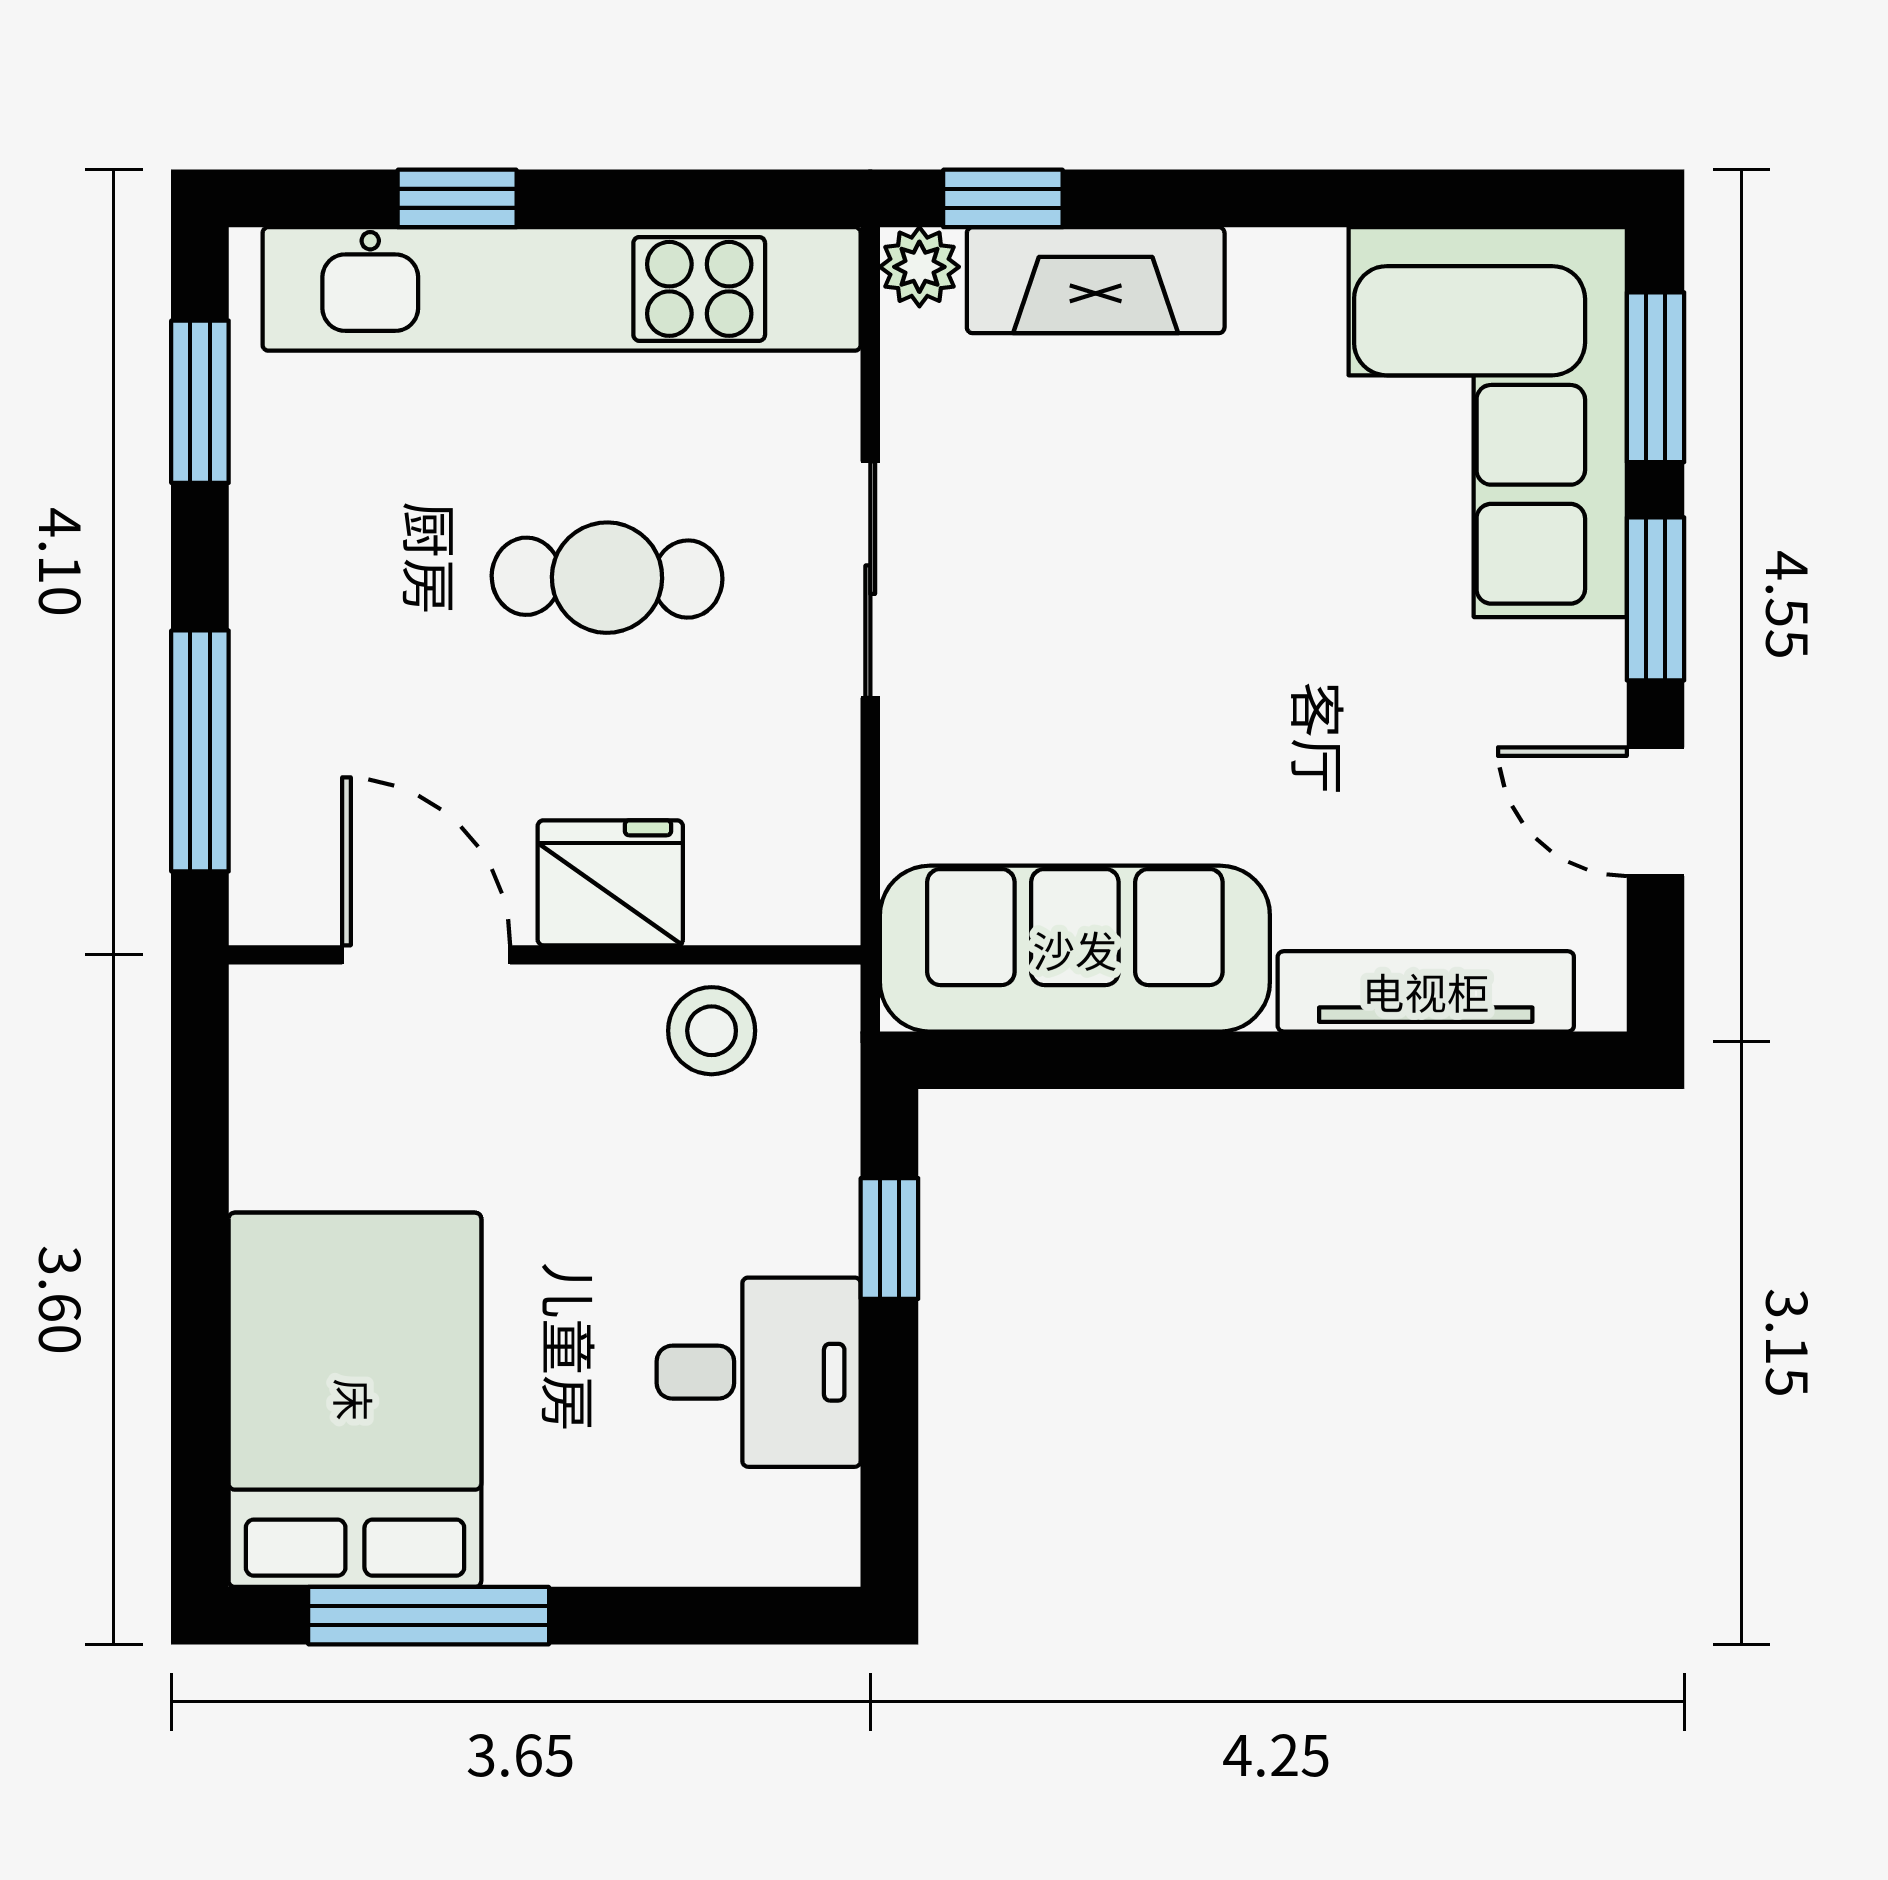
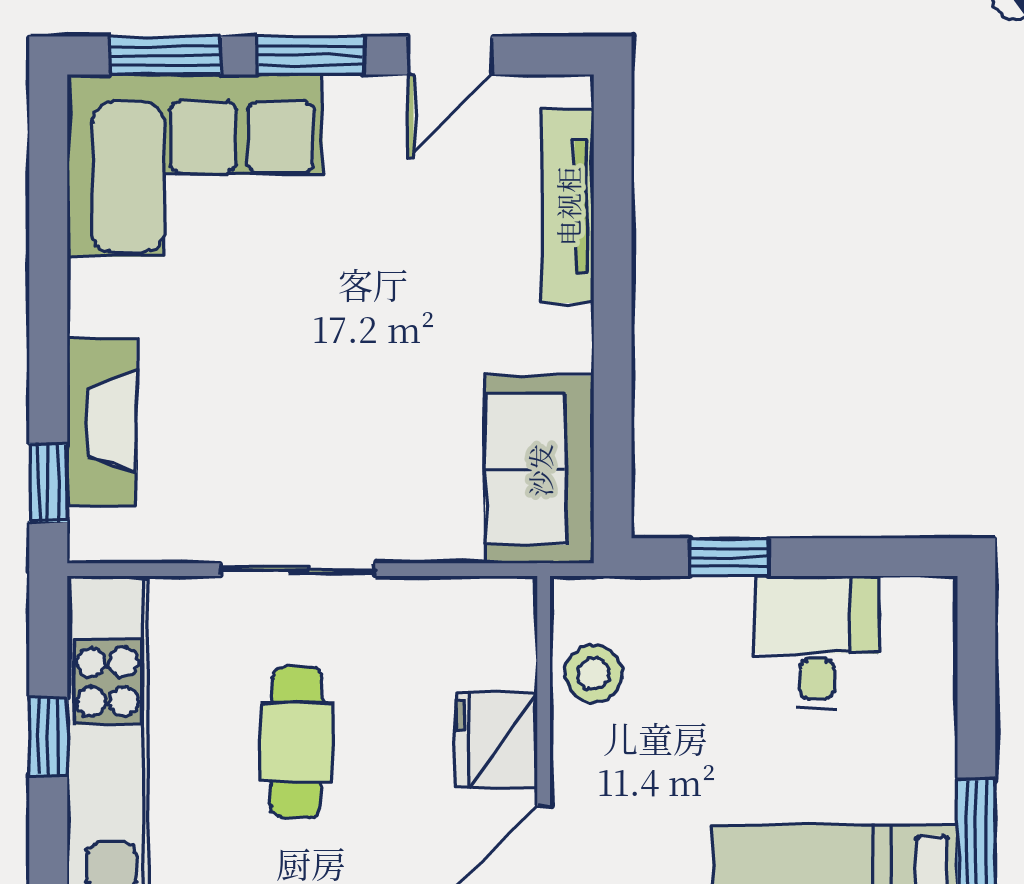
window: (457, 198) -> (48, 736), moved
plant: (919, 267) -> (93, 537), removed
sofa: (1075, 949) -> (540, 470), width x0.73

